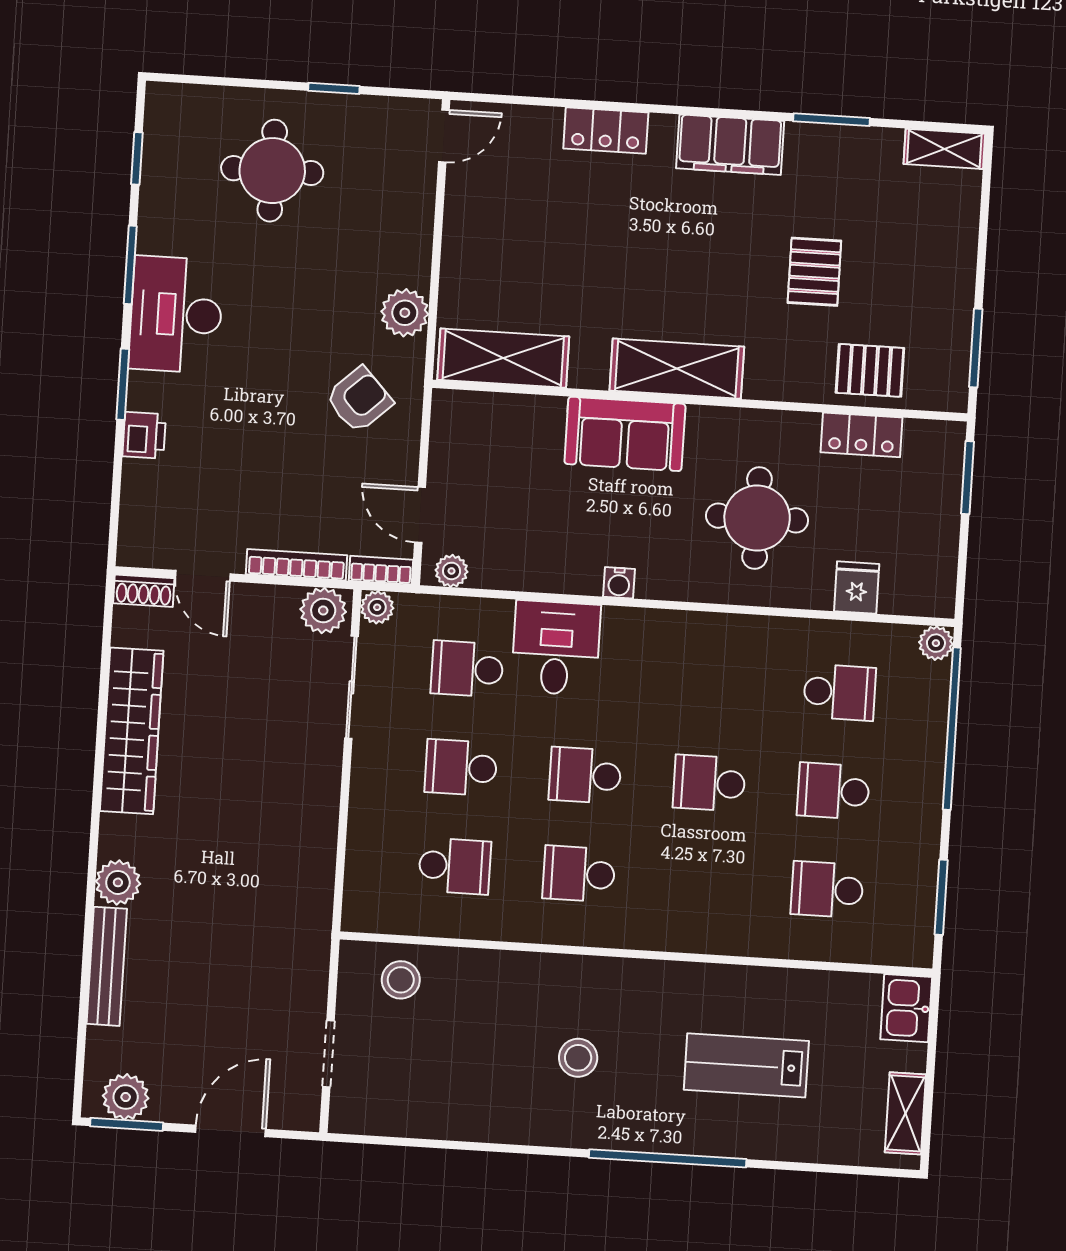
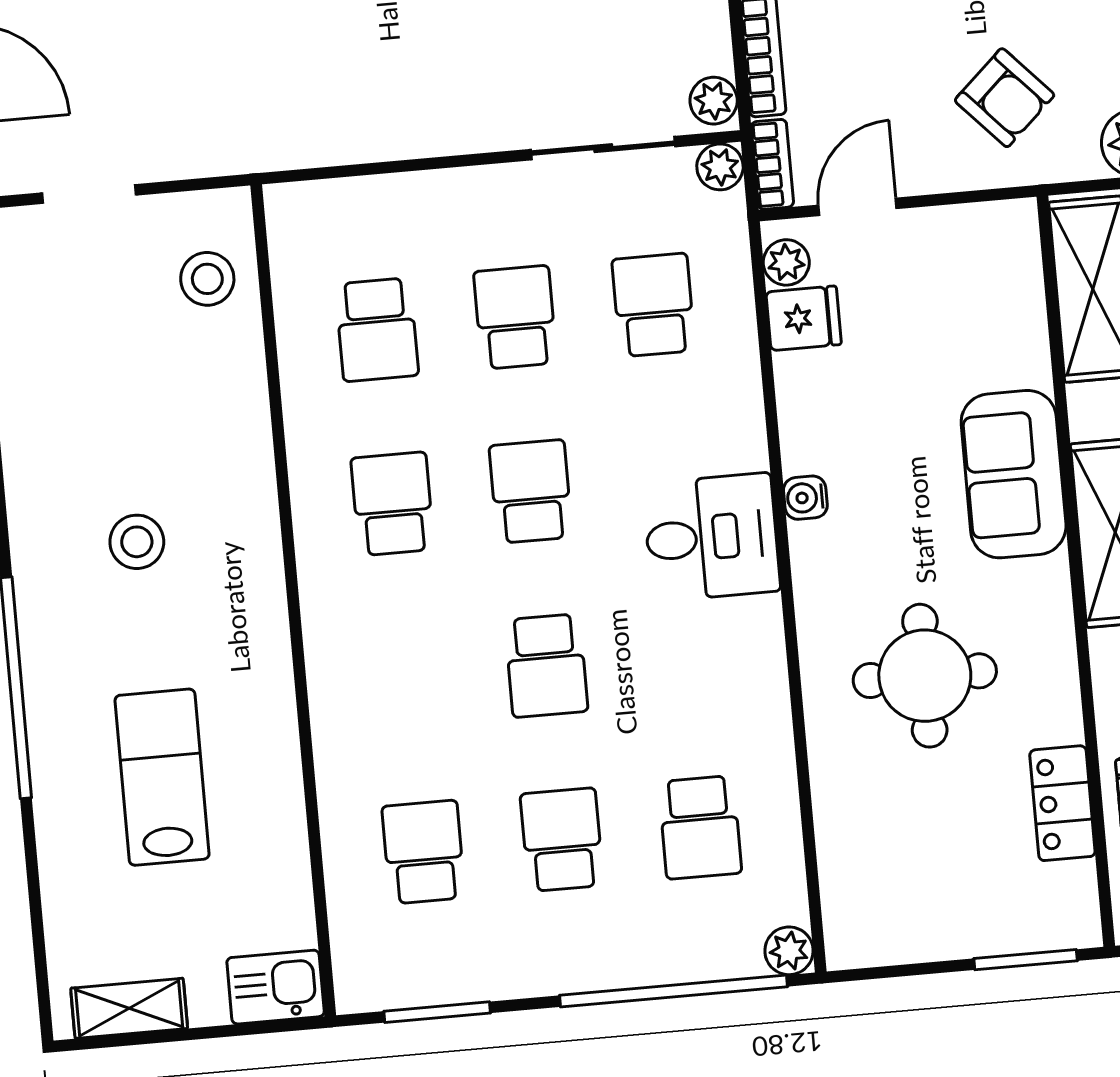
fridge: (857, 588) -> (804, 318), moved
plant: (323, 611) -> (714, 101), width x0.73, depth x0.73
desk: (556, 648) -> (712, 537), moved
school desk: (709, 783) -> (546, 666), turned 180

